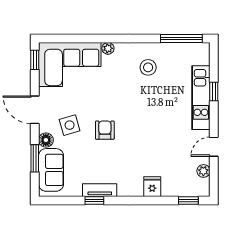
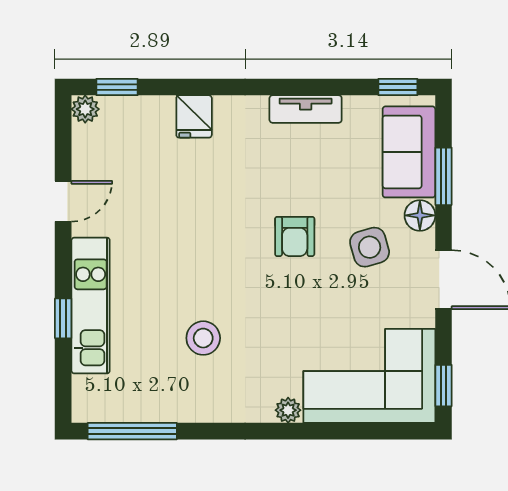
stool: (148, 67) -> (203, 338), moved
plant: (203, 171) -> (85, 109), moved
window: (94, 200) -> (398, 87), moved

